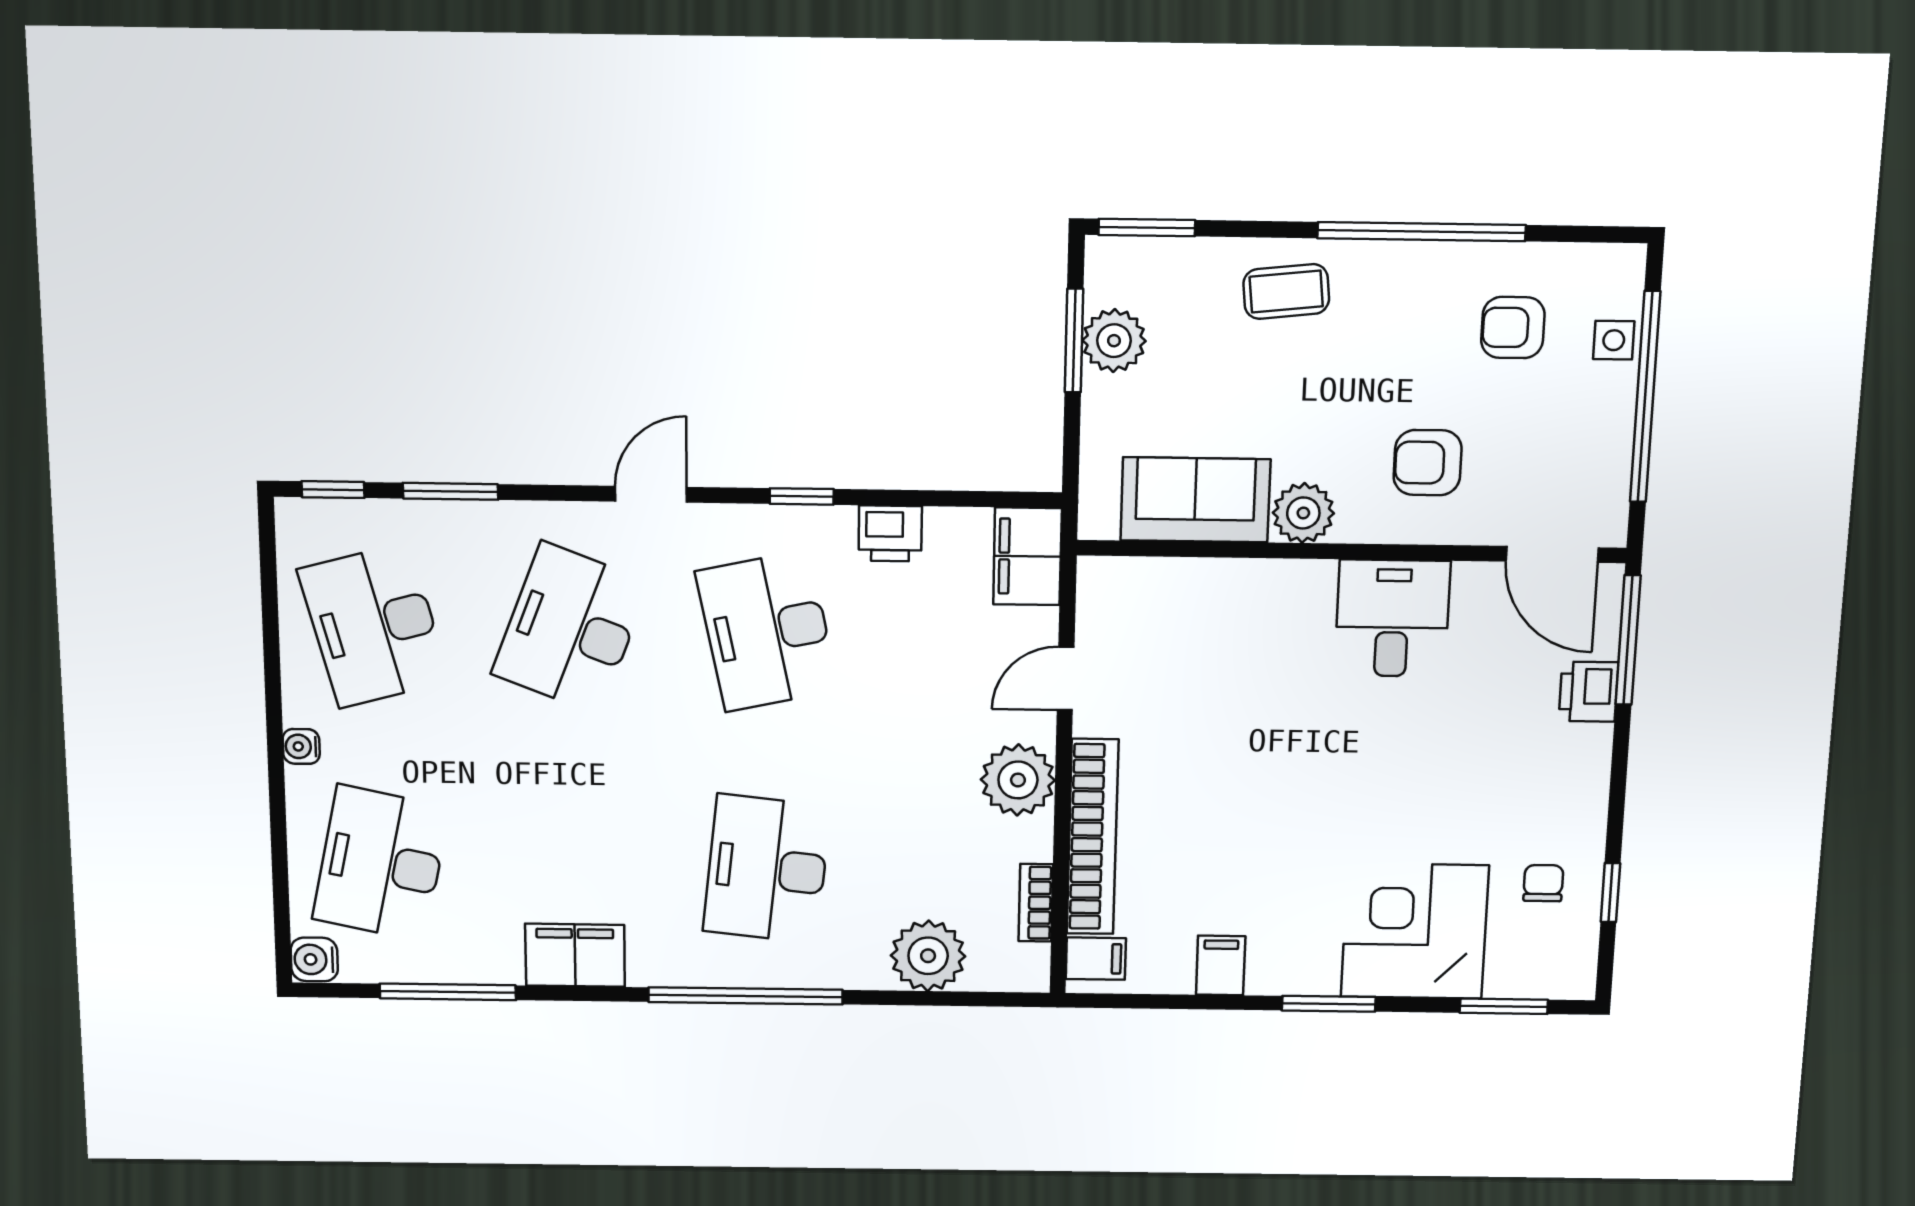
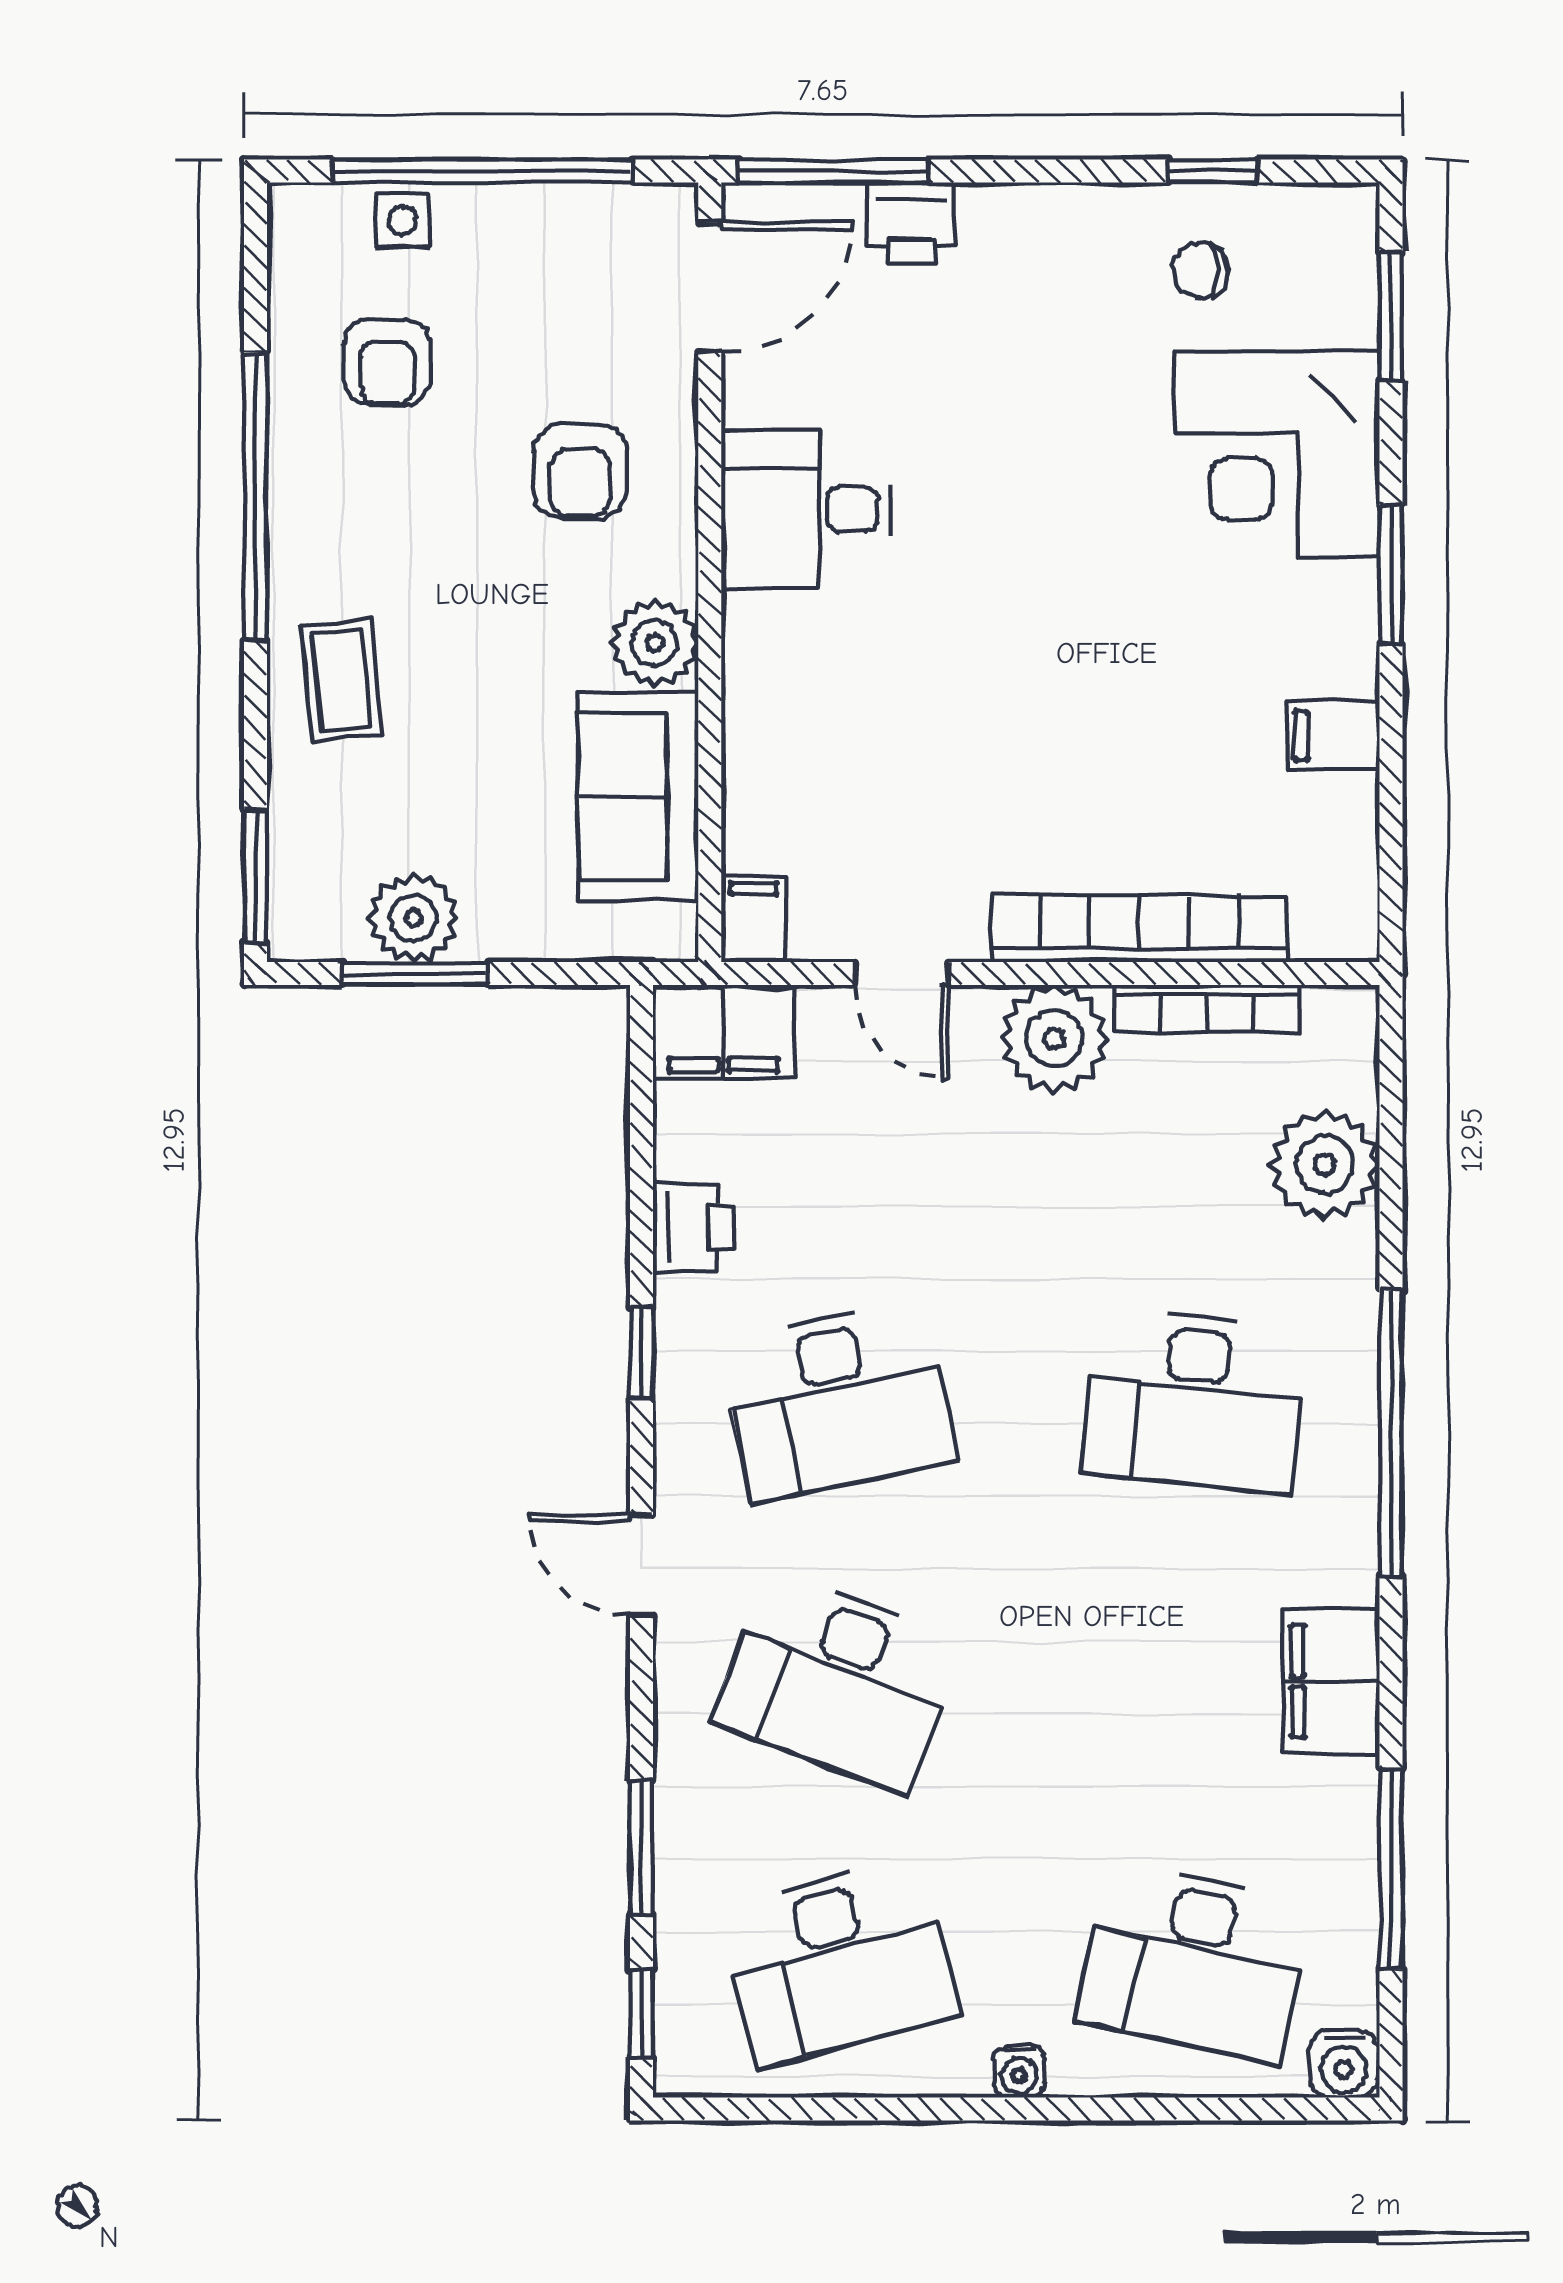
bookcase: (1036, 903) -> (1207, 1009), width x1.56
filing cabinet: (1096, 959) -> (753, 919), moved

